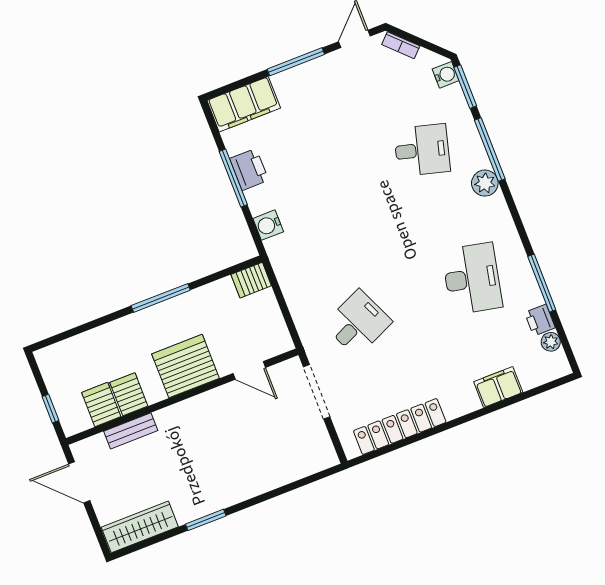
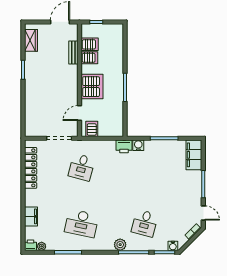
printer: (249, 169) -> (124, 146), moved
server rack: (251, 280) -> (92, 129), moved
printer: (540, 320) -> (30, 245), moved
desk: (358, 323) -> (82, 167), turned 39
wardrobe: (140, 527) -> (31, 40), width x0.67

